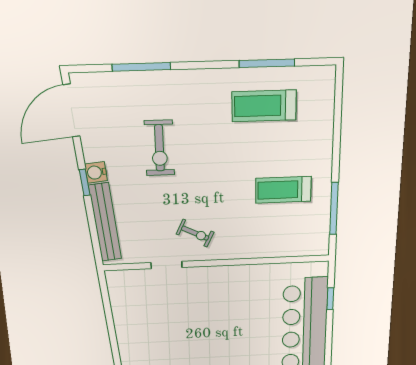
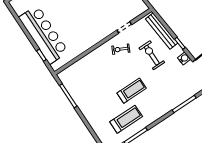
exercise bike: (159, 148) -> (152, 55), moved
water cooler: (96, 172) -> (184, 58), moved
treadmill: (283, 190) -> (132, 91), moved

